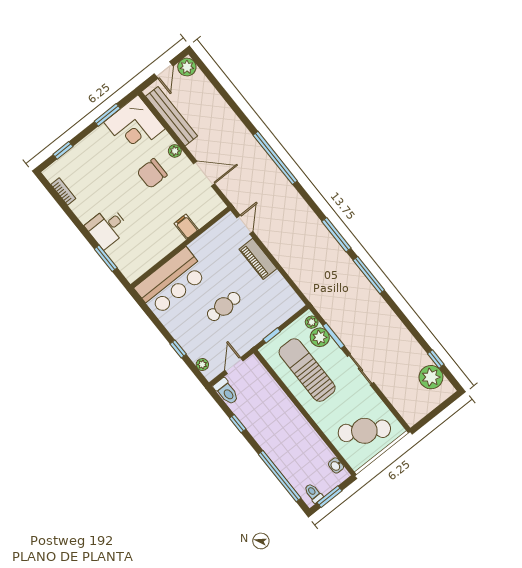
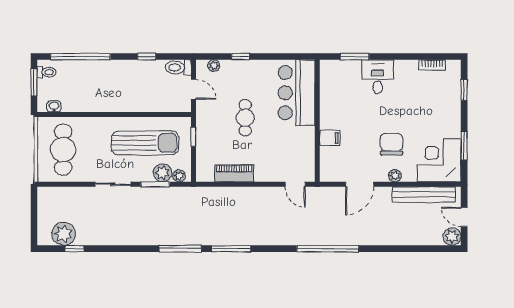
piano: (258, 259) -> (234, 173), moved
cafe table: (364, 431) -> (63, 150), turned -32

